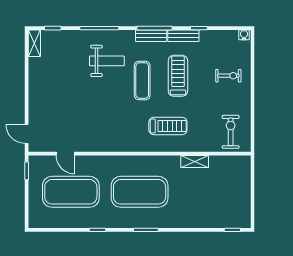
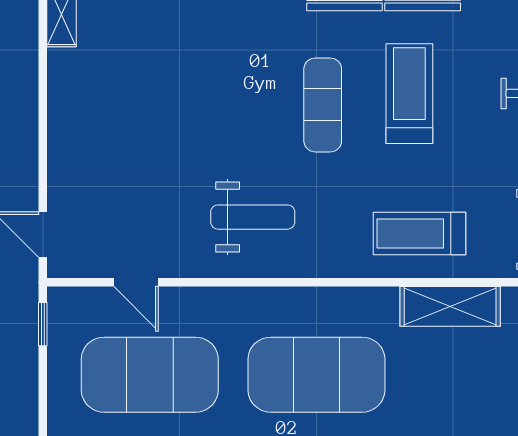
weight bench: (107, 61) -> (253, 217), moved
treadmill: (168, 126) -> (419, 234), moved, turned 180
shelving: (195, 162) -> (450, 306), width x1.50, depth x1.33

